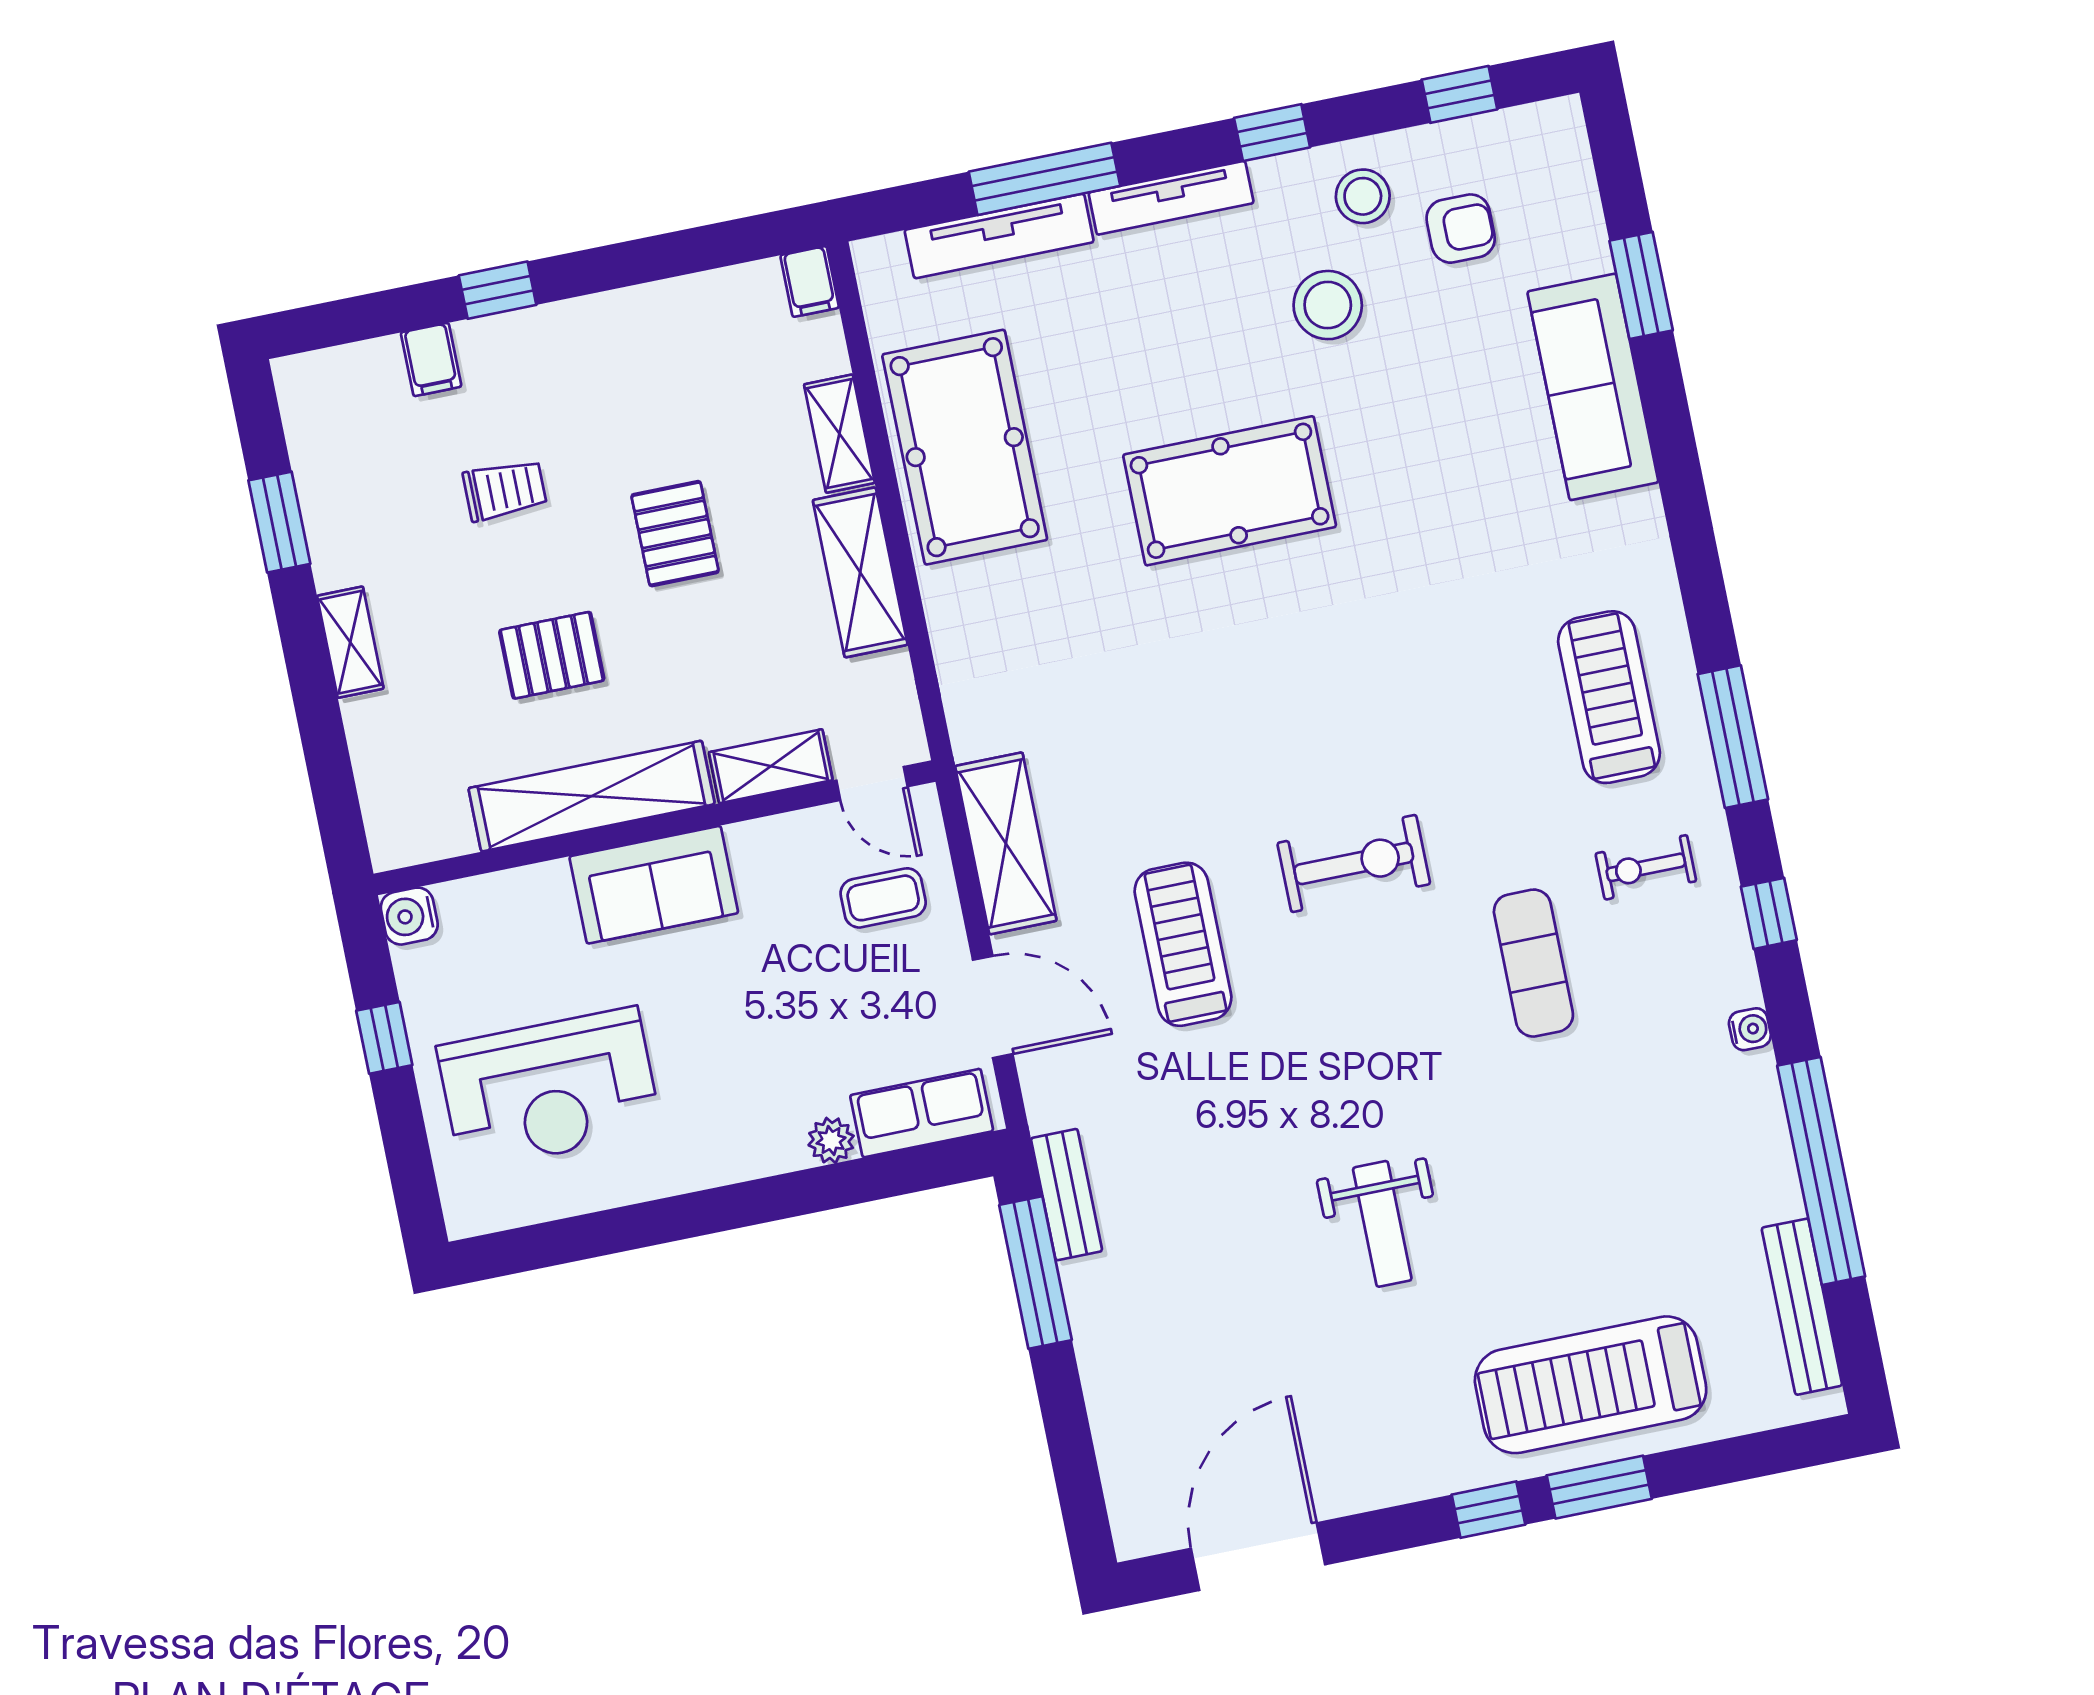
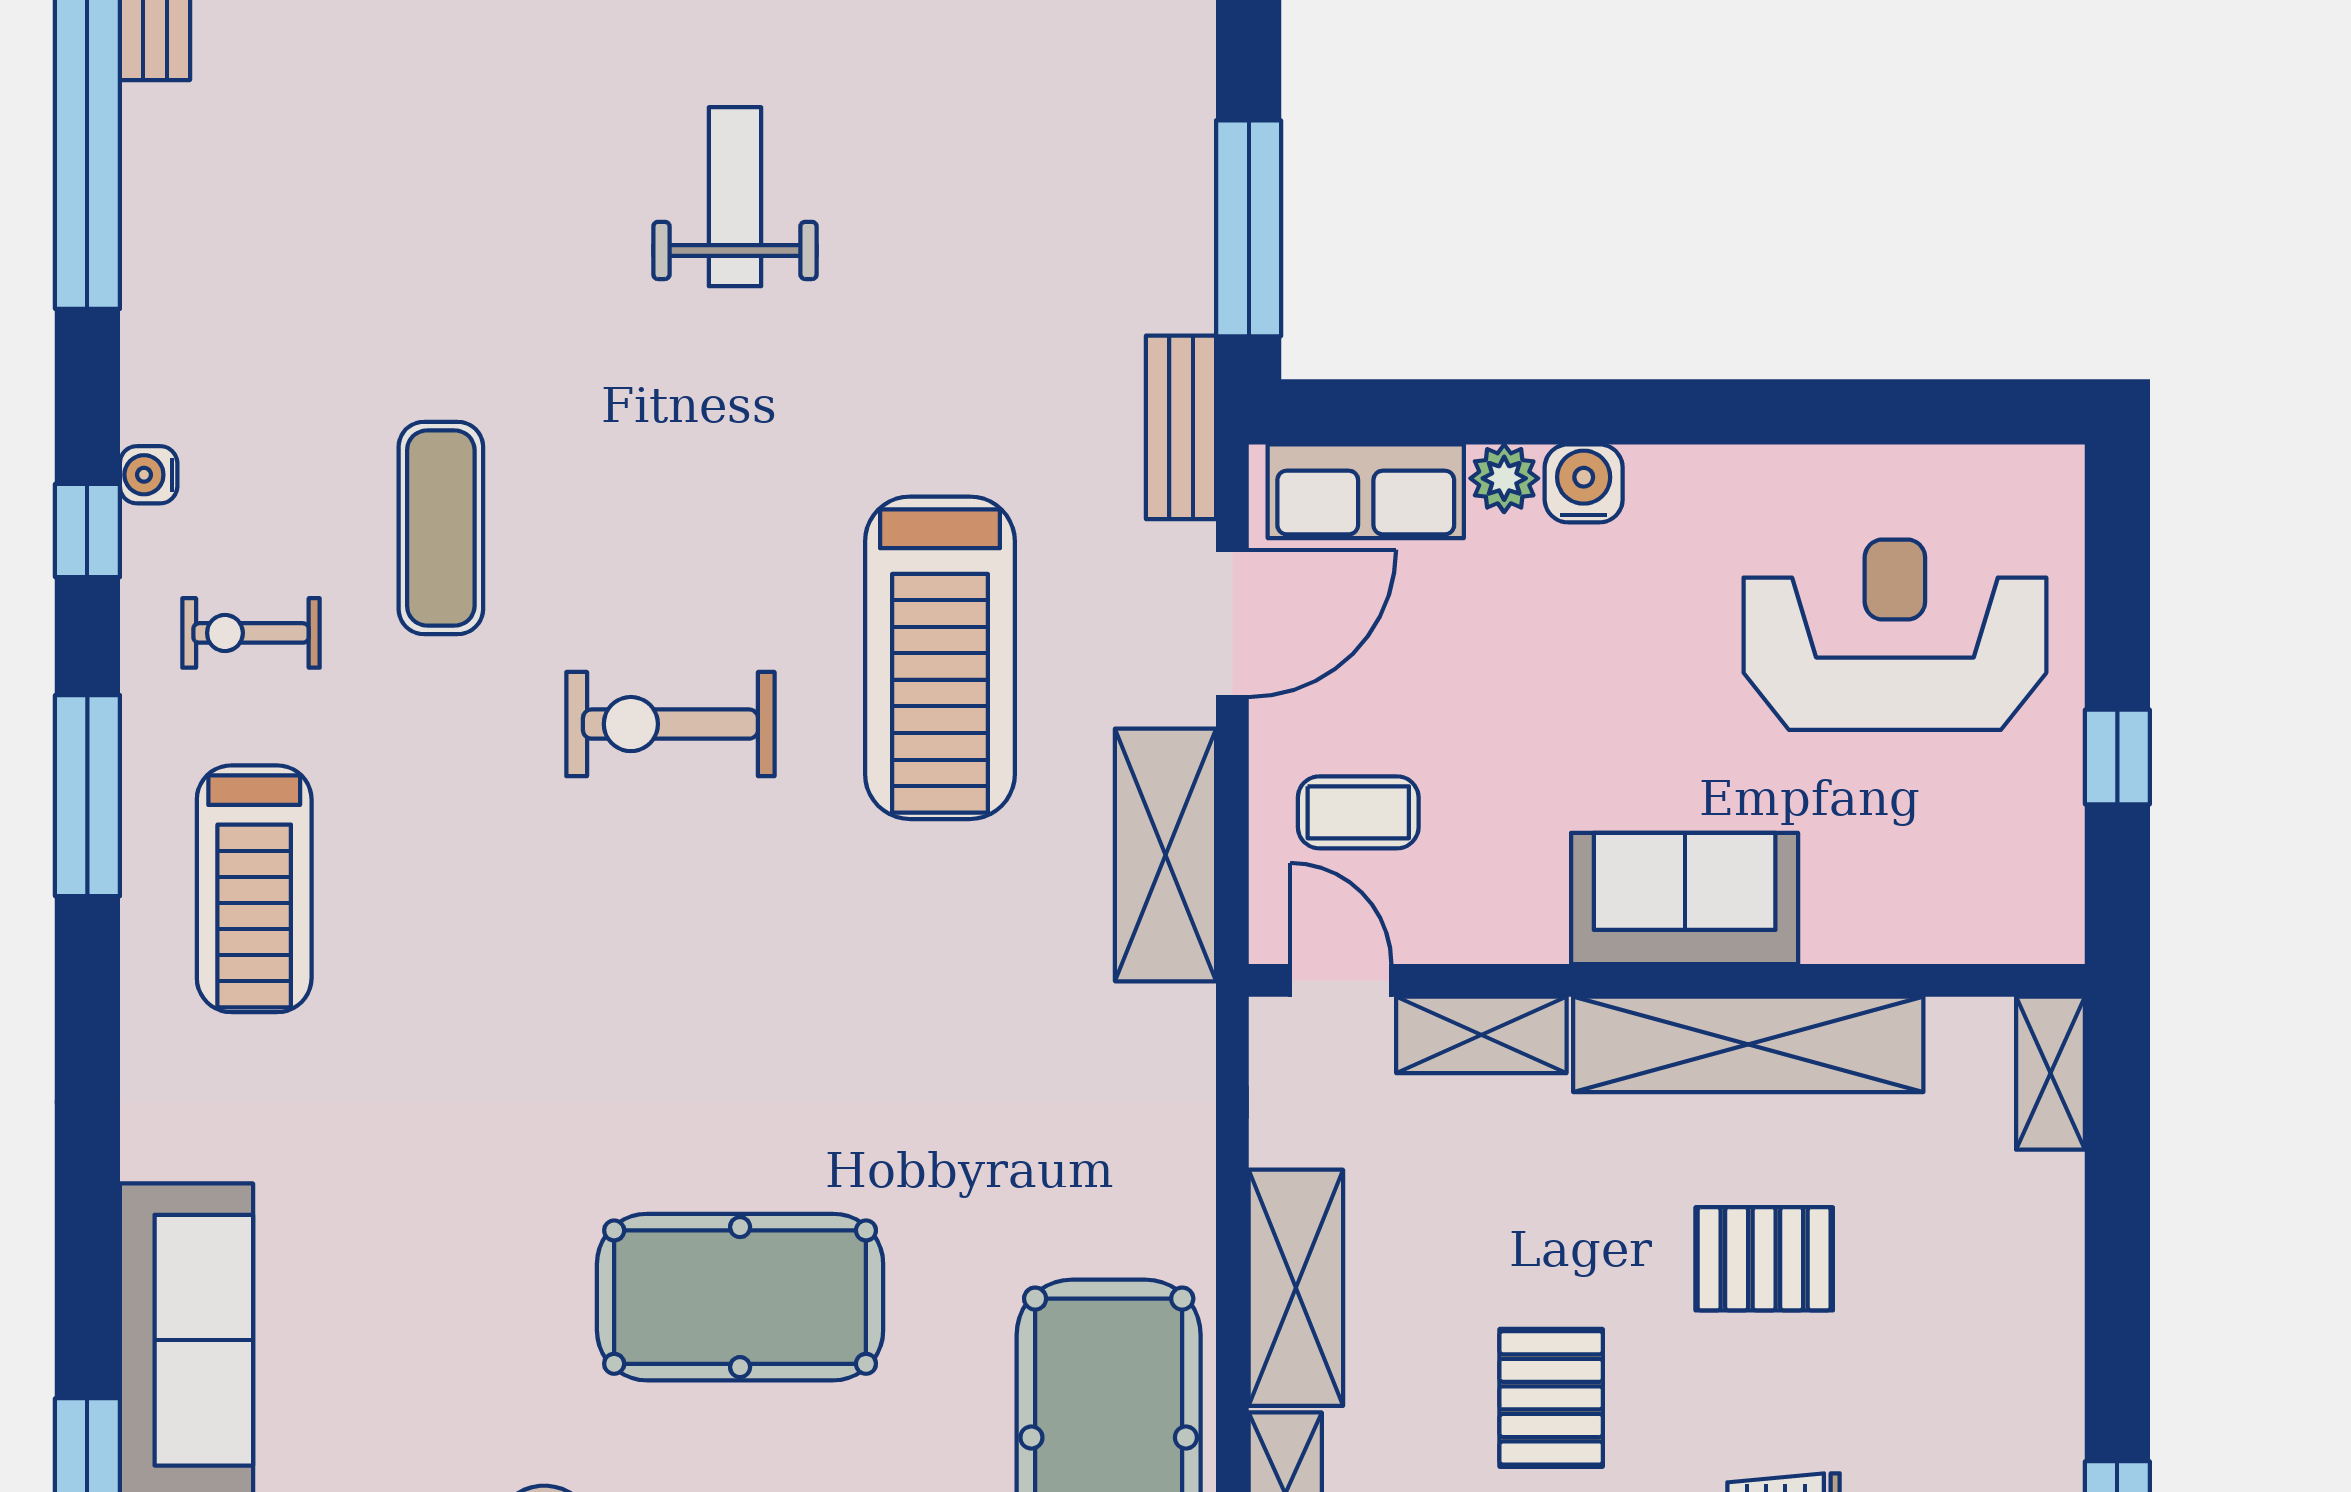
shelving: (350, 642) -> (2050, 1073), moved
exercise bike: (1646, 867) -> (251, 633), turned 180
water cooler: (409, 916) -> (1584, 483), moved, turned -90
treadmill: (1183, 944) -> (940, 658), width x1.37, depth x1.38
door: (993, 1007) -> (1232, 623), swing flipped
water cooler: (1750, 1029) -> (149, 475), moved
bench: (1067, 1195) -> (1181, 427), moved

